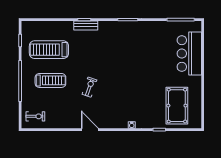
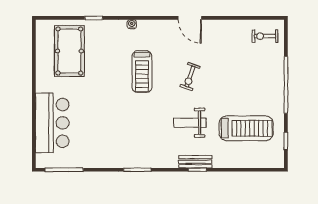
weight bench: (90, 54) -> (190, 123), added
treadmill: (50, 80) -> (142, 72), moved, turned -90

